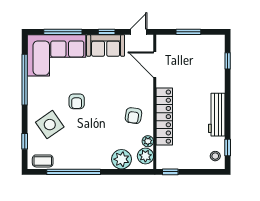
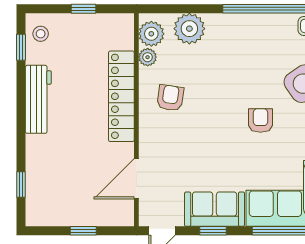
window: (188, 32) -> (83, 231), width x0.67
door: (155, 65) -> (136, 179), swing flipped
window: (170, 172) -> (84, 9), moved

